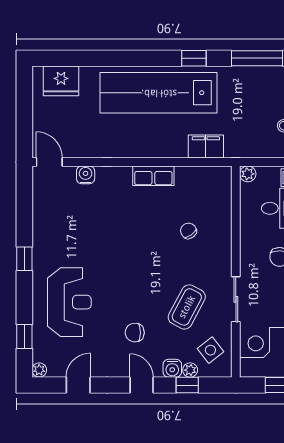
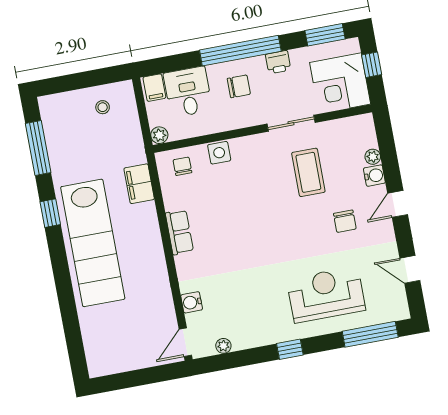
fridge: (61, 81) -> (99, 346), removed
chair: (188, 231) -> (182, 166), moved, turned 125
coffee table: (187, 307) -> (308, 172), turned 62
window: (24, 336) -> (370, 334), width x2.17
side table: (210, 350) -> (219, 153), moved, turned 38
plant: (39, 370) -> (223, 346), moved
window: (187, 385) -> (389, 157), removed

